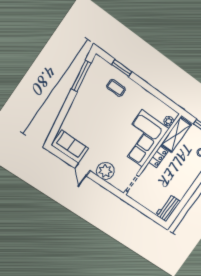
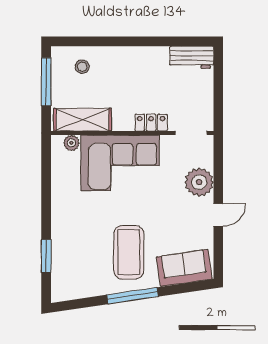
window: (81, 76) -> (133, 296), moved
coffee table: (116, 88) -> (129, 252), moved, width x1.86, depth x1.72
sofa: (70, 147) -> (184, 268), moved, turned 82
locker: (158, 157) -> (151, 123), moved

